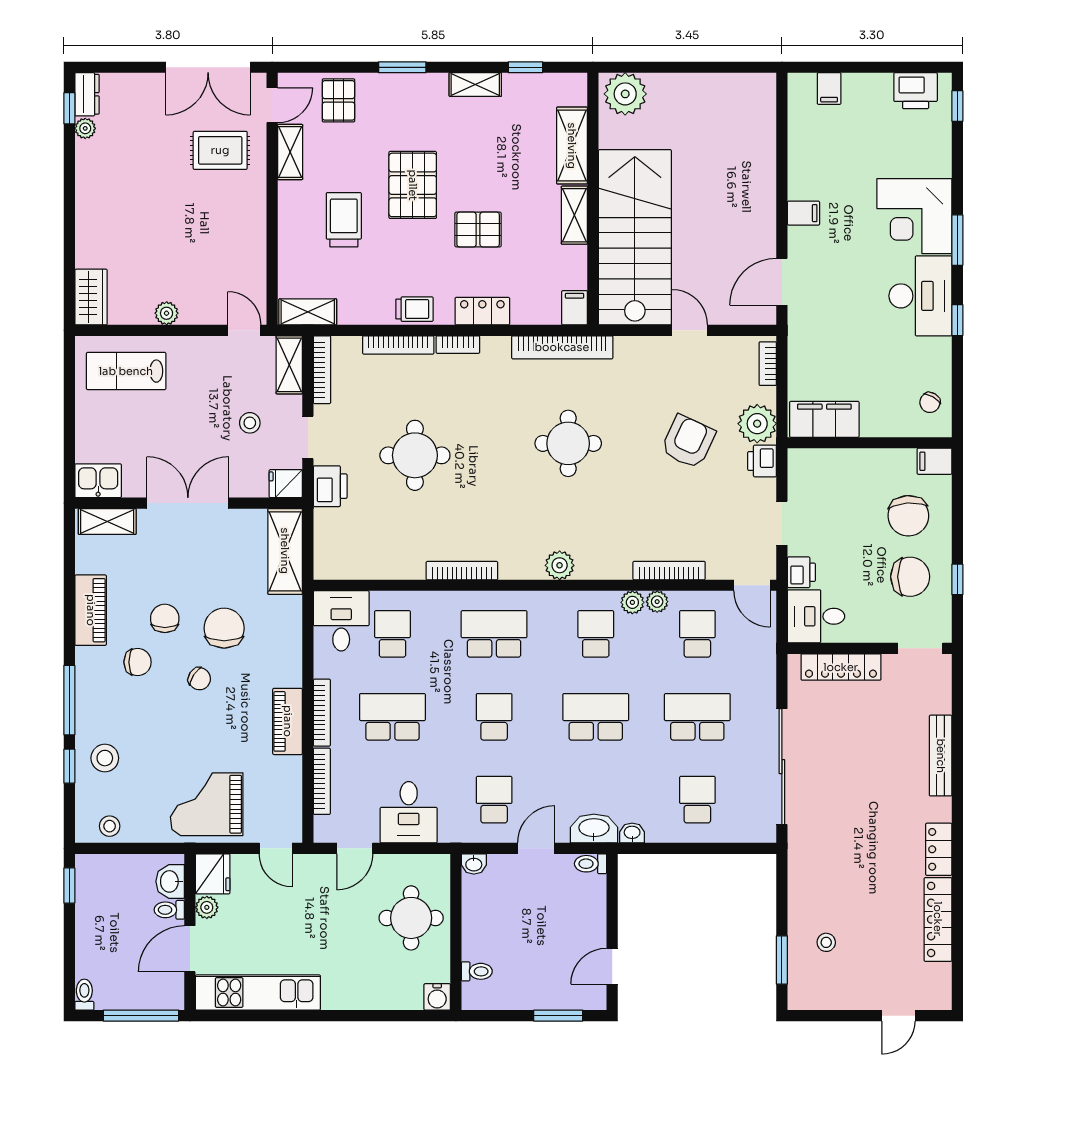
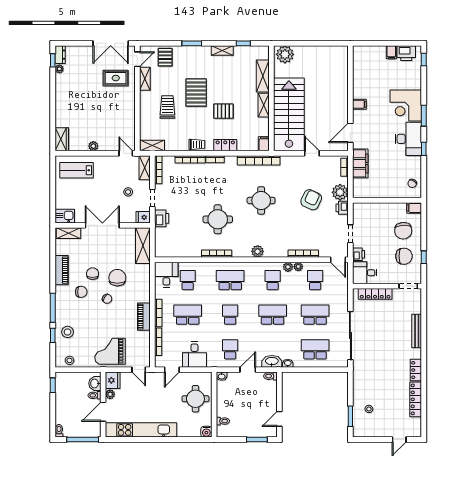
filing cabinet: (829, 89) -> (391, 52), moved
filing cabinet: (824, 419) -> (360, 163), moved, turned 90
round table: (415, 455) -> (218, 219), moved
school desk: (697, 800) -> (315, 349), width x1.85
kitchen unit: (258, 992) -> (141, 430), width x1.36

